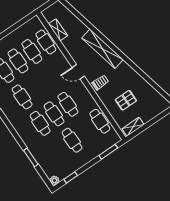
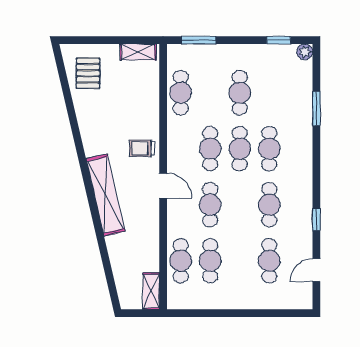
shelving: (58, 30) -> (151, 291), moved
cafe table: (18, 61) -> (210, 205), moved
pallet: (126, 100) -> (88, 73), moved, turned 90

